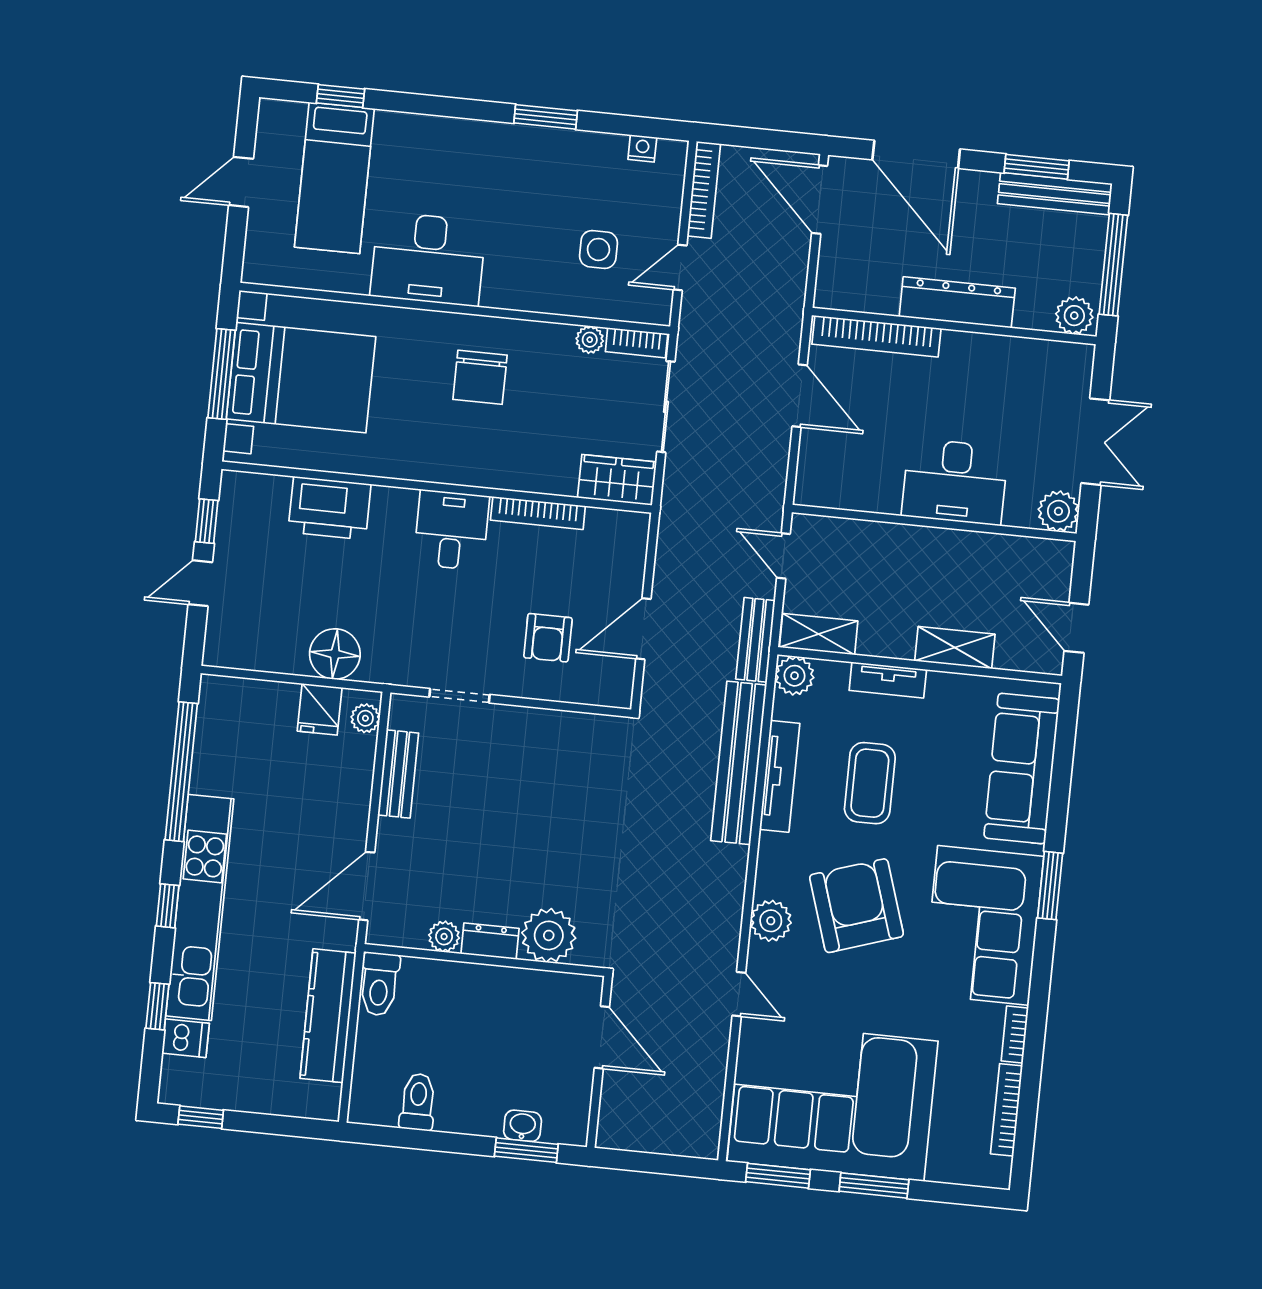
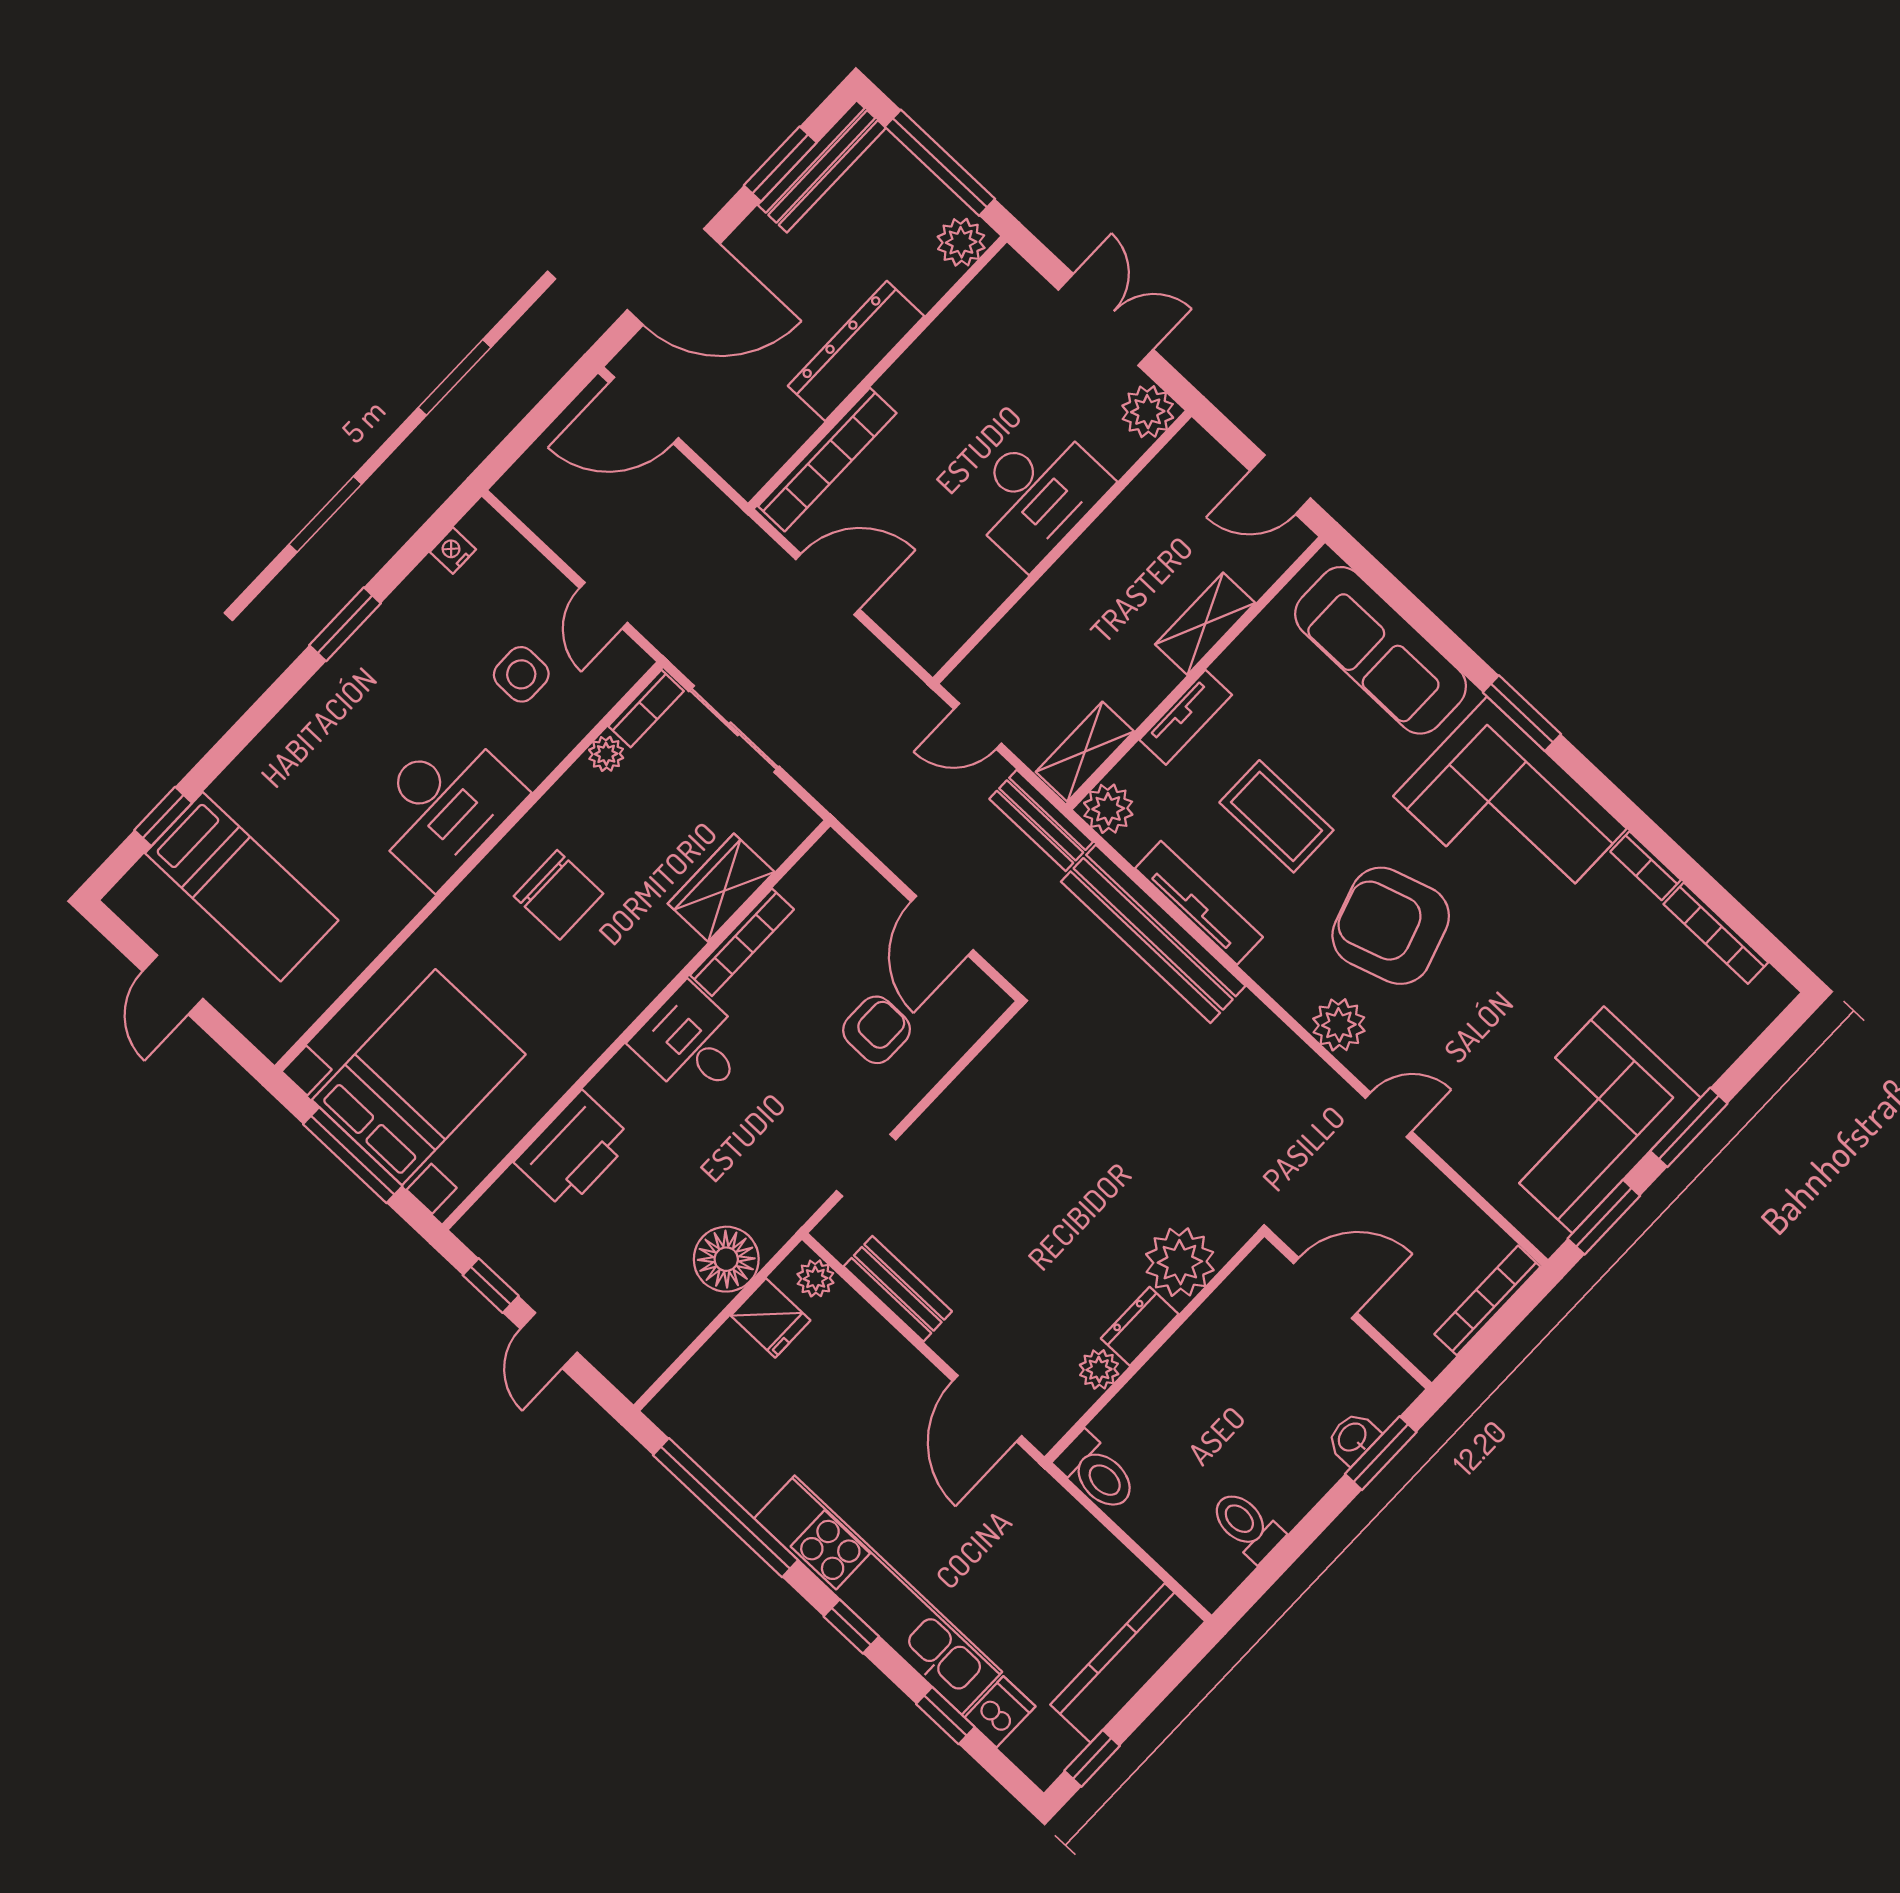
bookcase: (704, 190) -> (1487, 1300), moved, turned -90
desk: (428, 259) -> (444, 806), moved
wardrobe: (617, 480) -> (721, 888), moved
armchair: (548, 638) -> (877, 1030), turned -90
kitchen counter: (328, 1016) -> (1128, 1663), moved, turned 90
corner sofa: (833, 1101) -> (1588, 1120), width x0.73, depth x0.74

